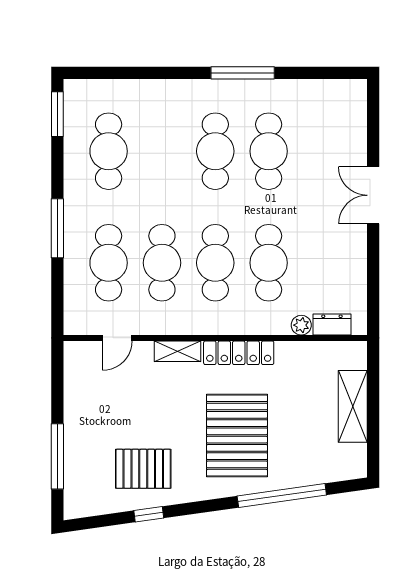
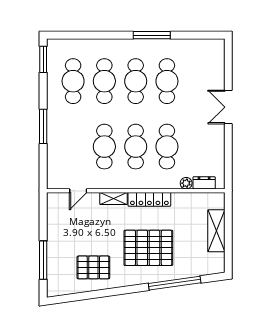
cafe table: (109, 263) -> (104, 81), moved
pallet: (237, 435) -> (148, 248), turned 90
window: (149, 514) -> (97, 294), removed

